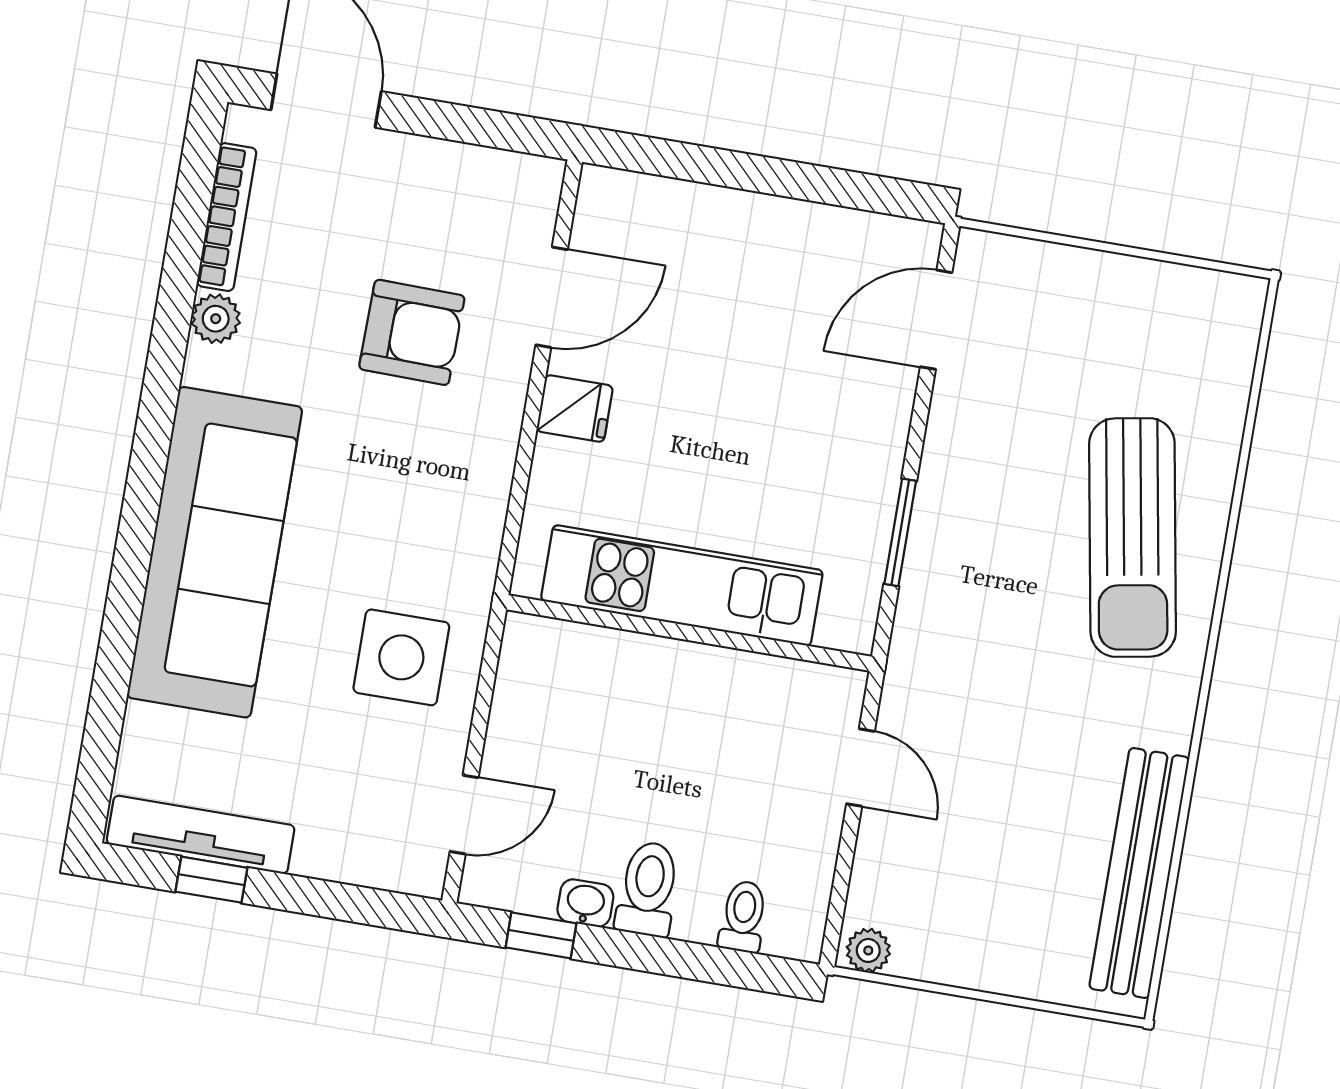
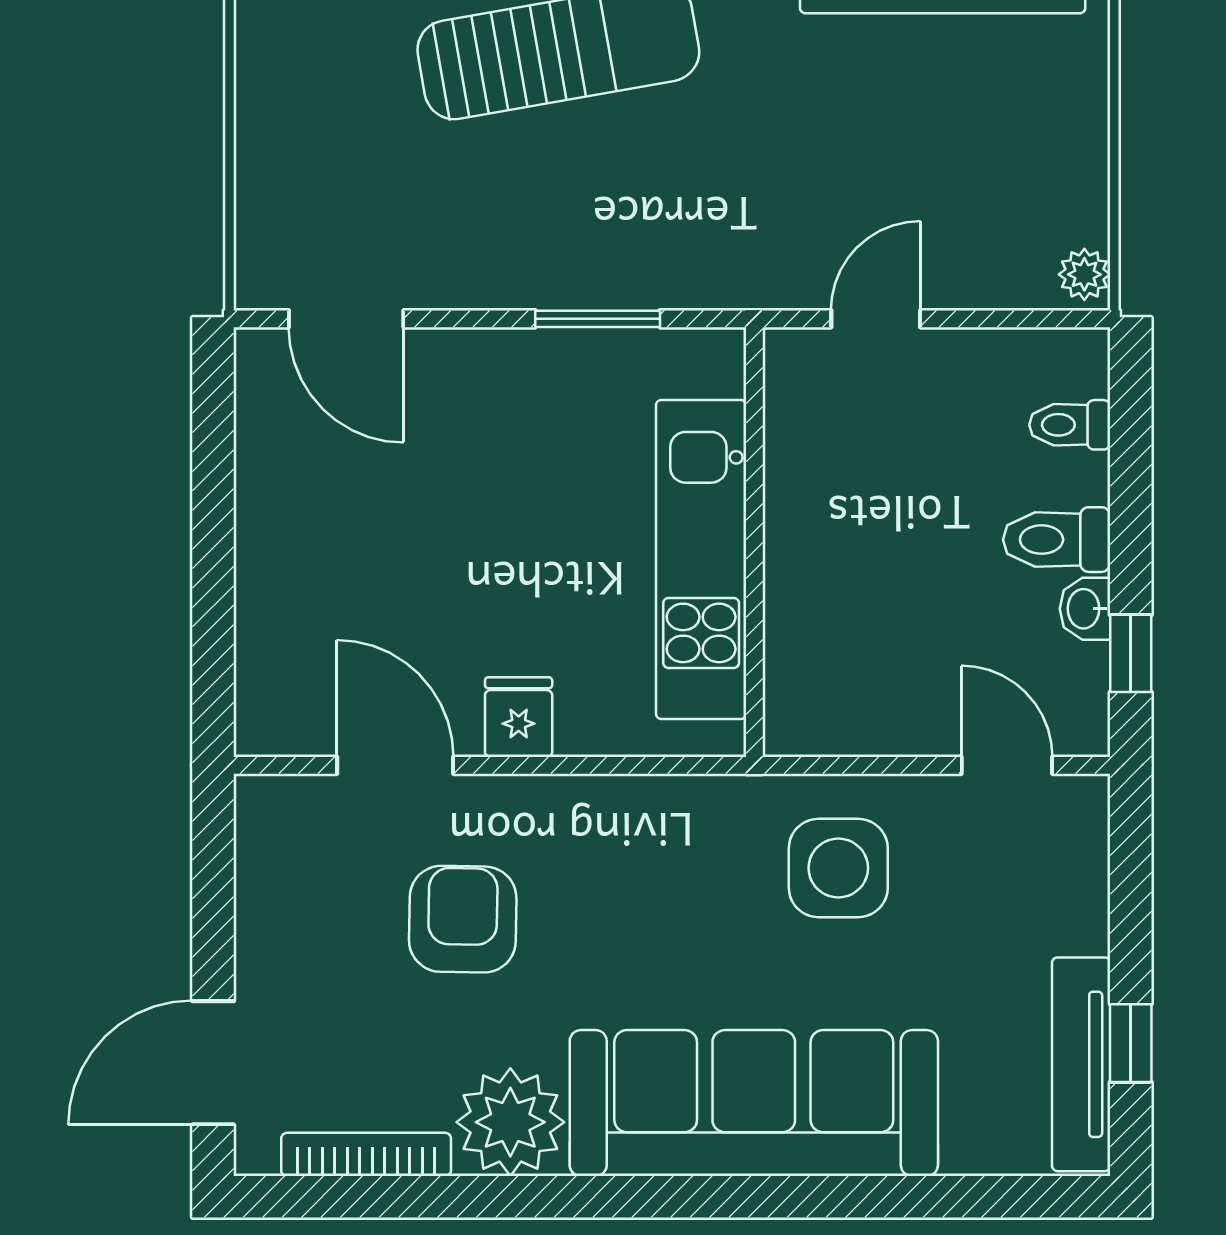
plant: (216, 319) -> (510, 1122), width x1.87, depth x1.87

